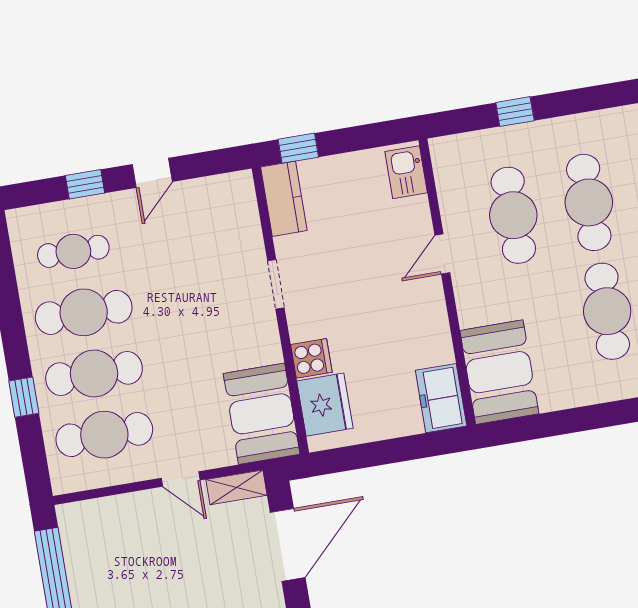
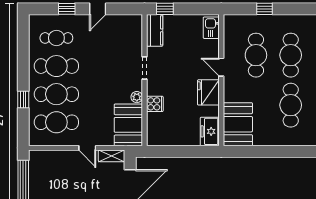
door: (442, 254) -> (221, 67), hinge flipped
plant: (270, 350) -> (137, 97), added
fridge: (325, 405) -> (208, 92), moved, turned 180

